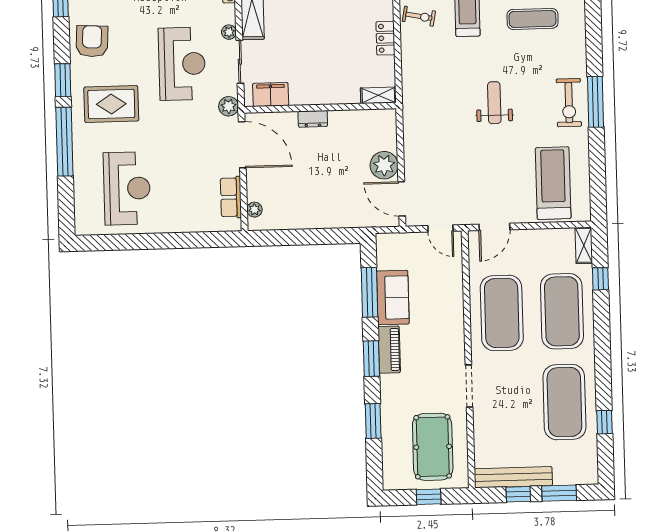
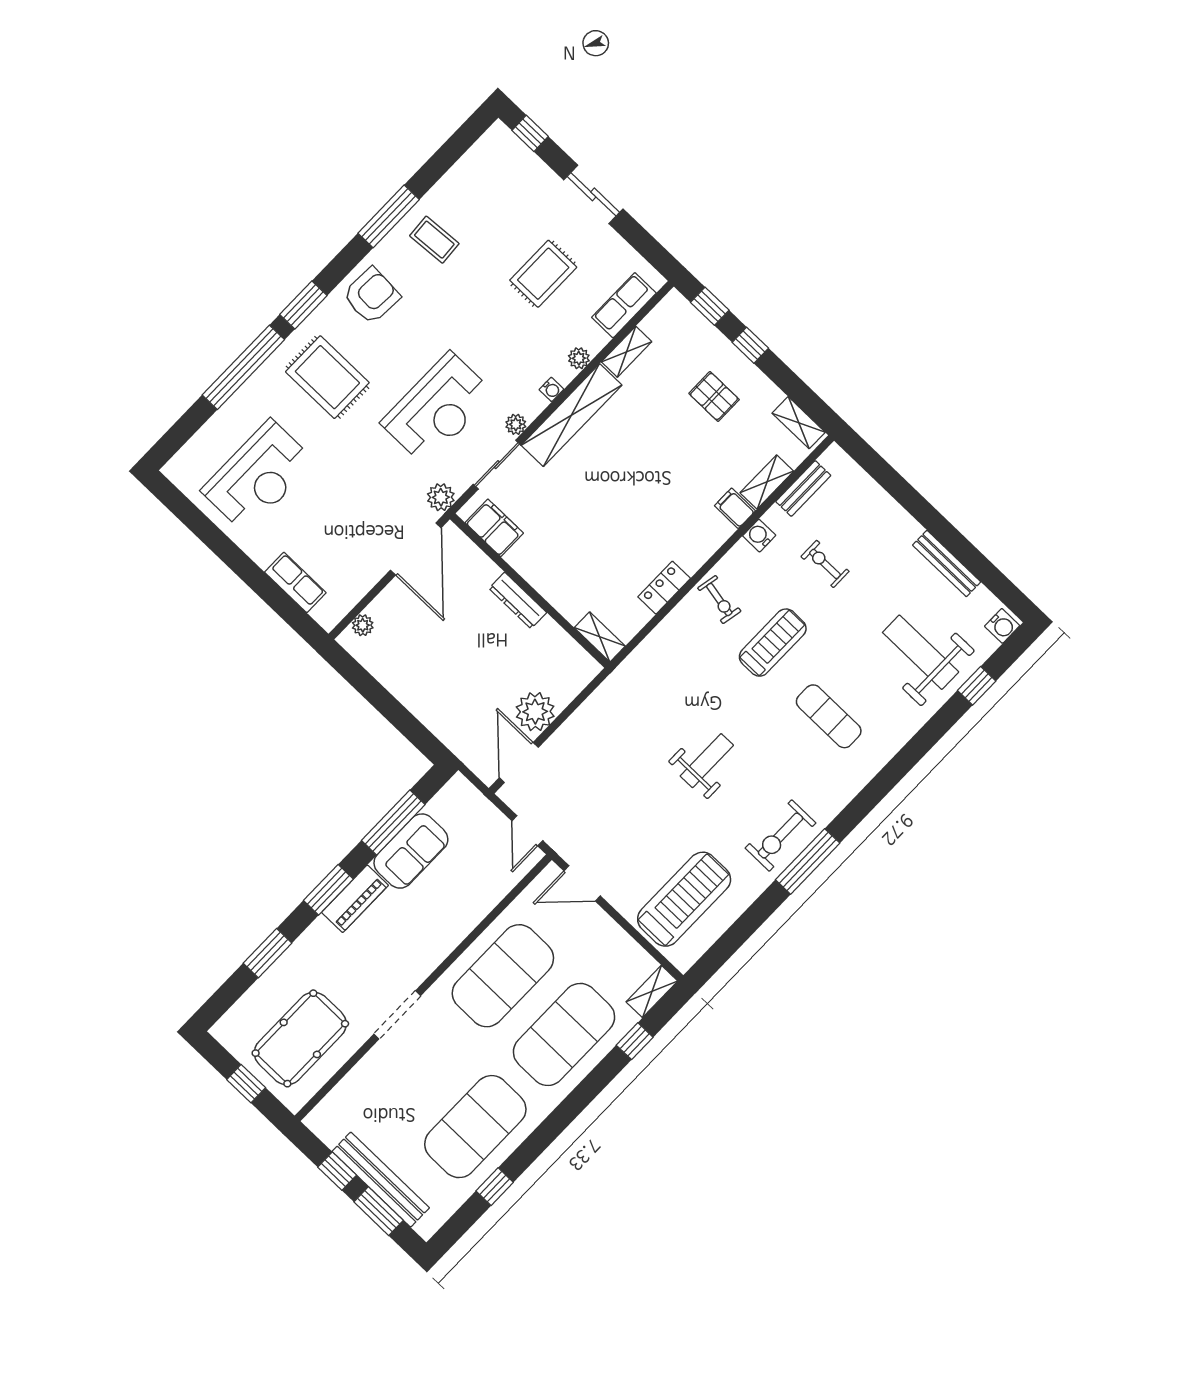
dresser: (313, 119) -> (518, 600), width x1.44
row of seats: (231, 197) -> (295, 582), moved, turned 90
bench: (513, 477) -> (381, 1180), moved

